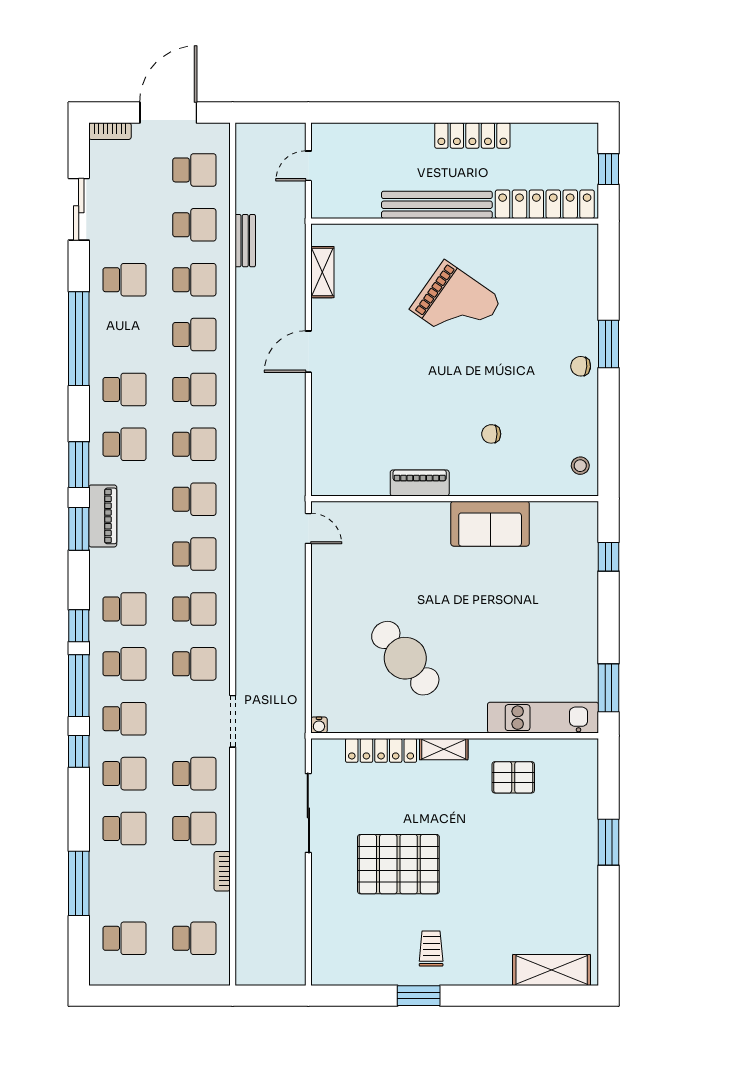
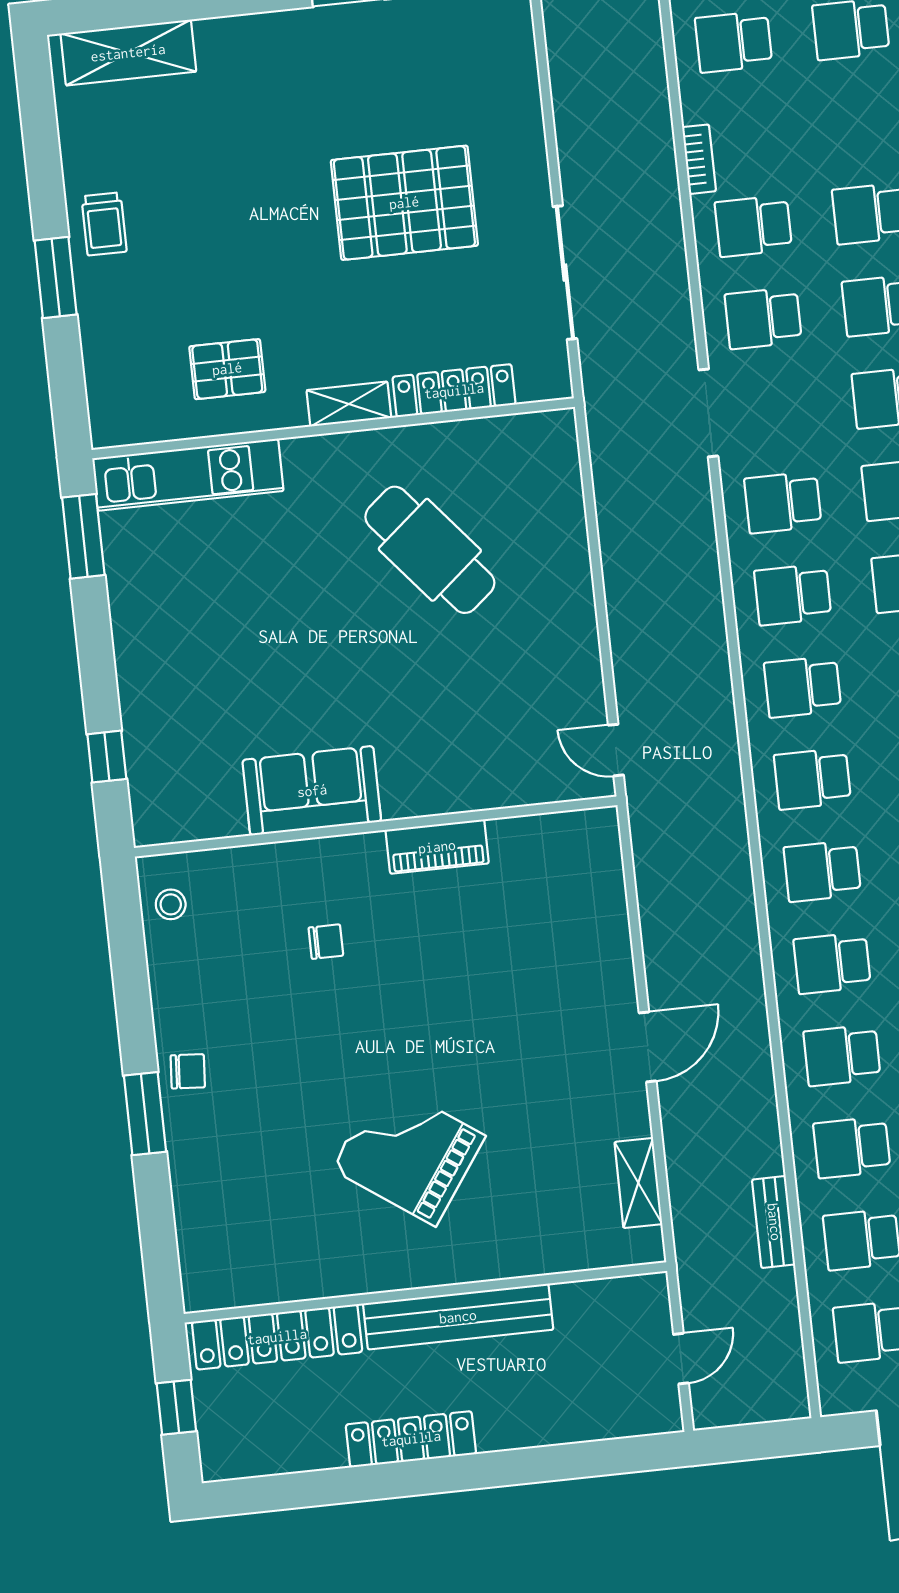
water cooler: (319, 725) -> (563, 422), removed
trolley: (431, 949) -> (104, 224), moved

